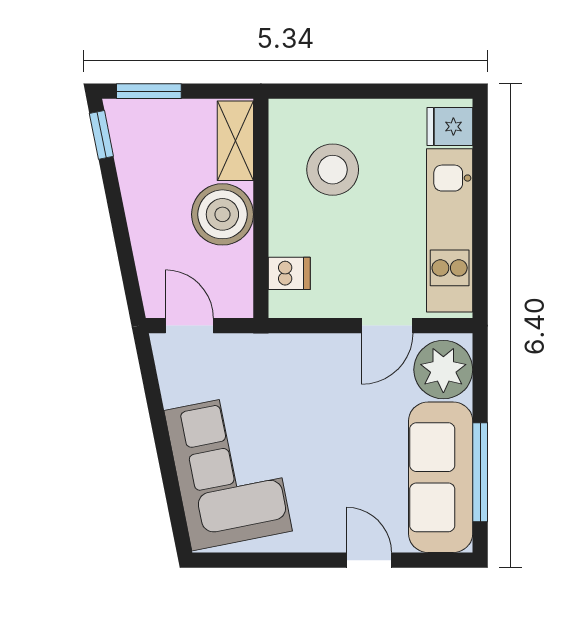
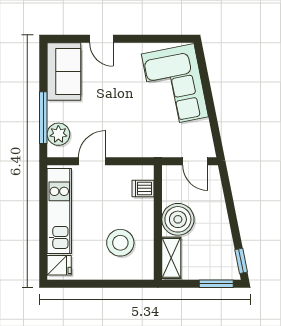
plant: (443, 370) -> (58, 134), width x0.73, depth x0.73
window: (480, 472) -> (43, 118), moved
sofa: (441, 477) -> (64, 72), width x0.73

